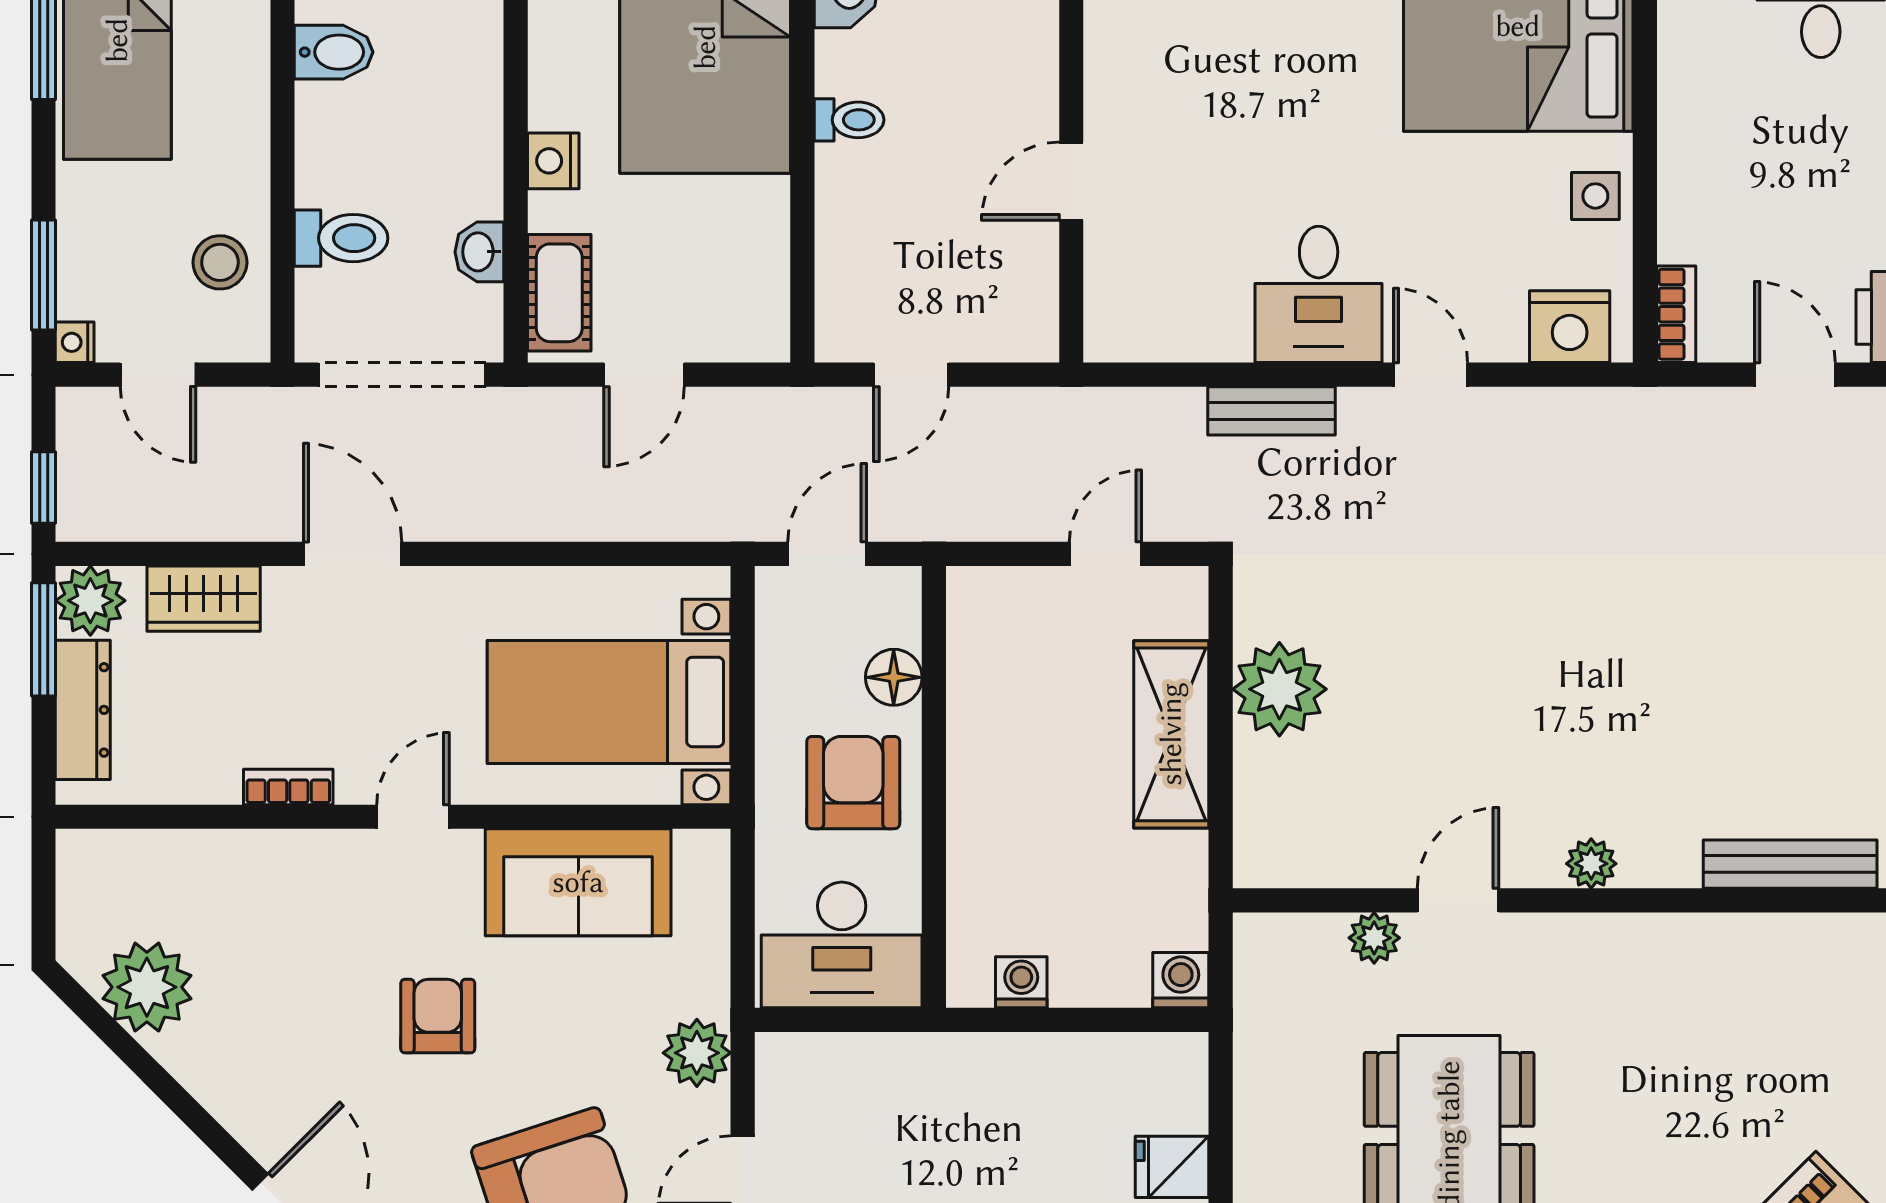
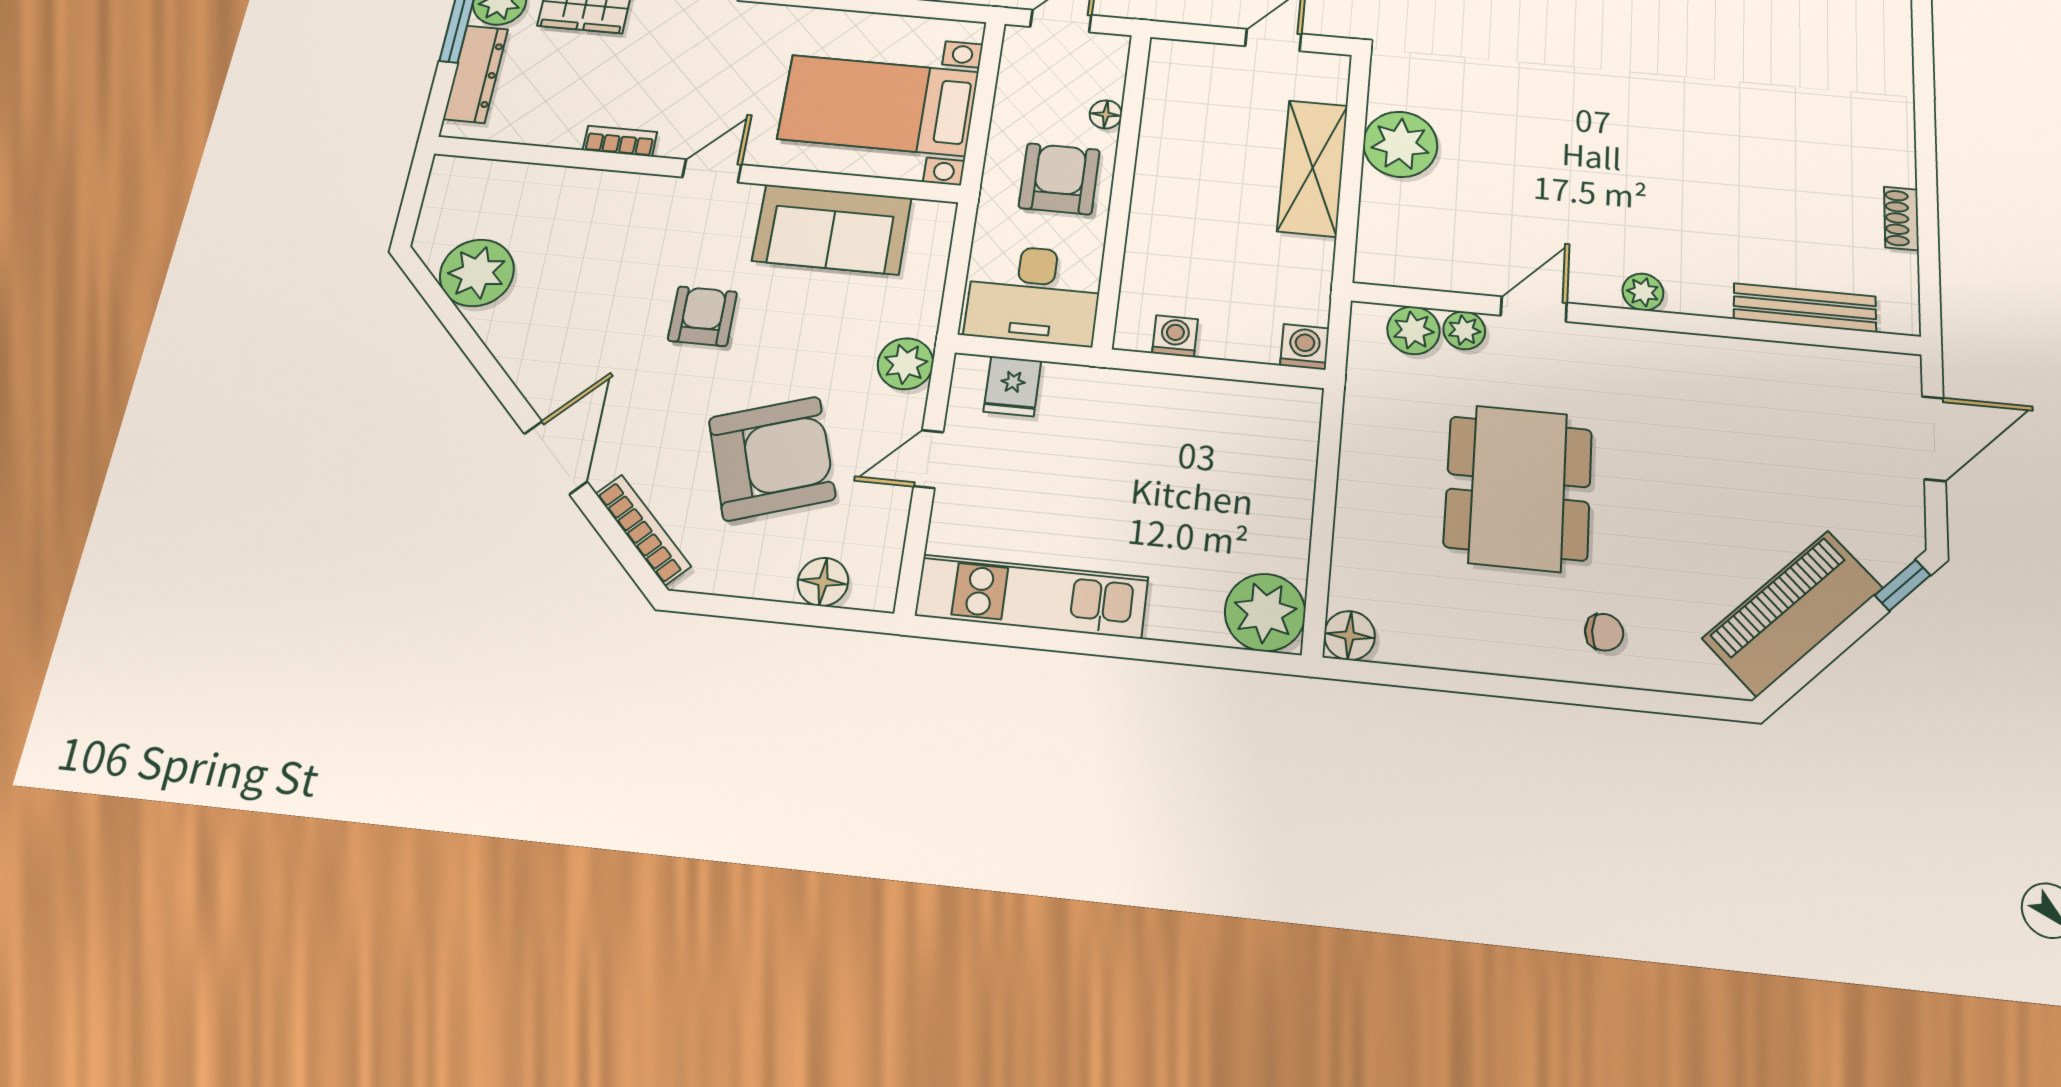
floor lamp: (894, 677) -> (1106, 114), width x0.73, depth x0.73
plant: (1312, 944) -> (1413, 330), added
fridge: (1172, 1167) -> (1012, 386), moved, turned -90

